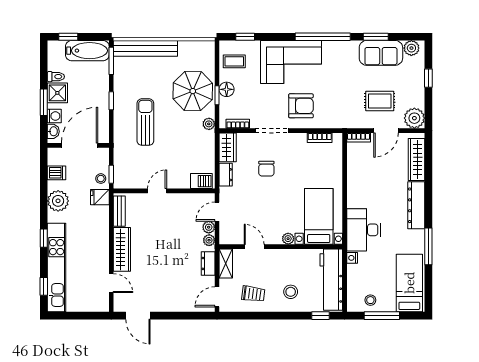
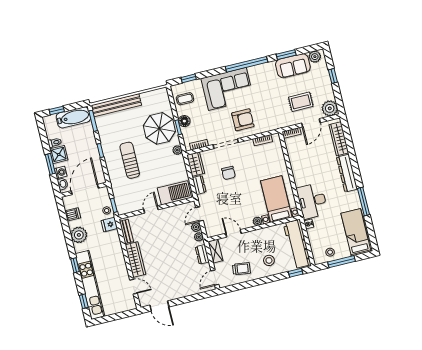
barbecue: (201, 181) -> (174, 193), width x1.88, depth x1.53

